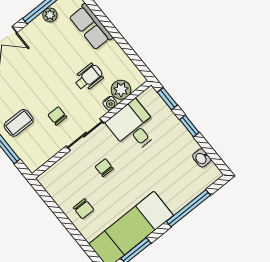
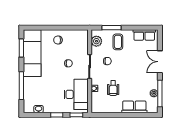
plant: (121, 90) -> (96, 41), moved
desk: (133, 127) -> (76, 94), width x1.37

